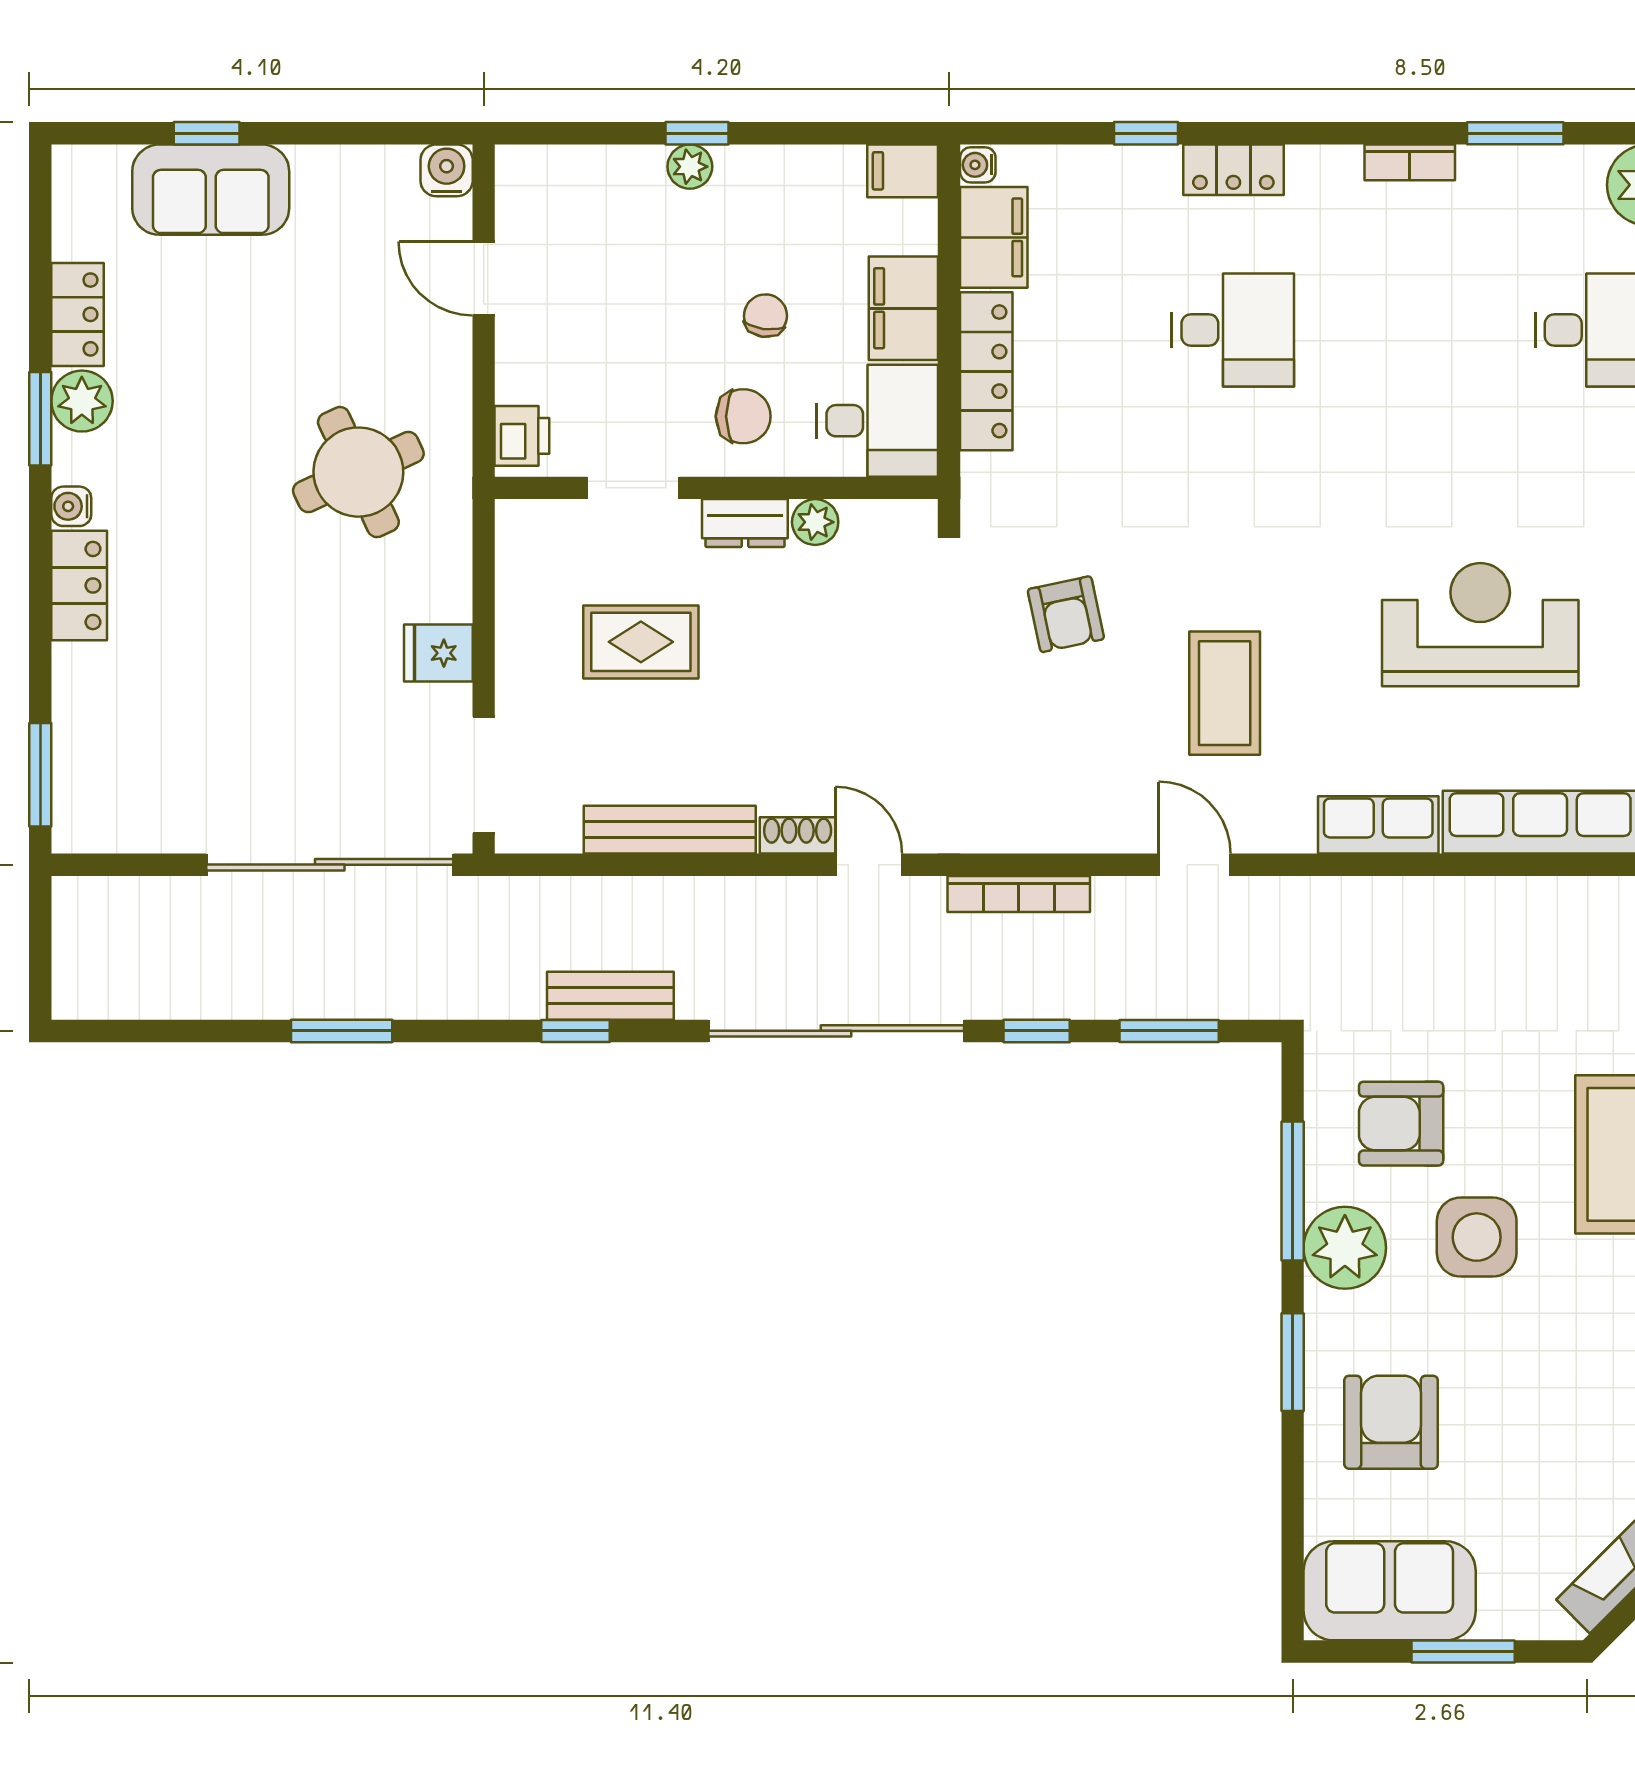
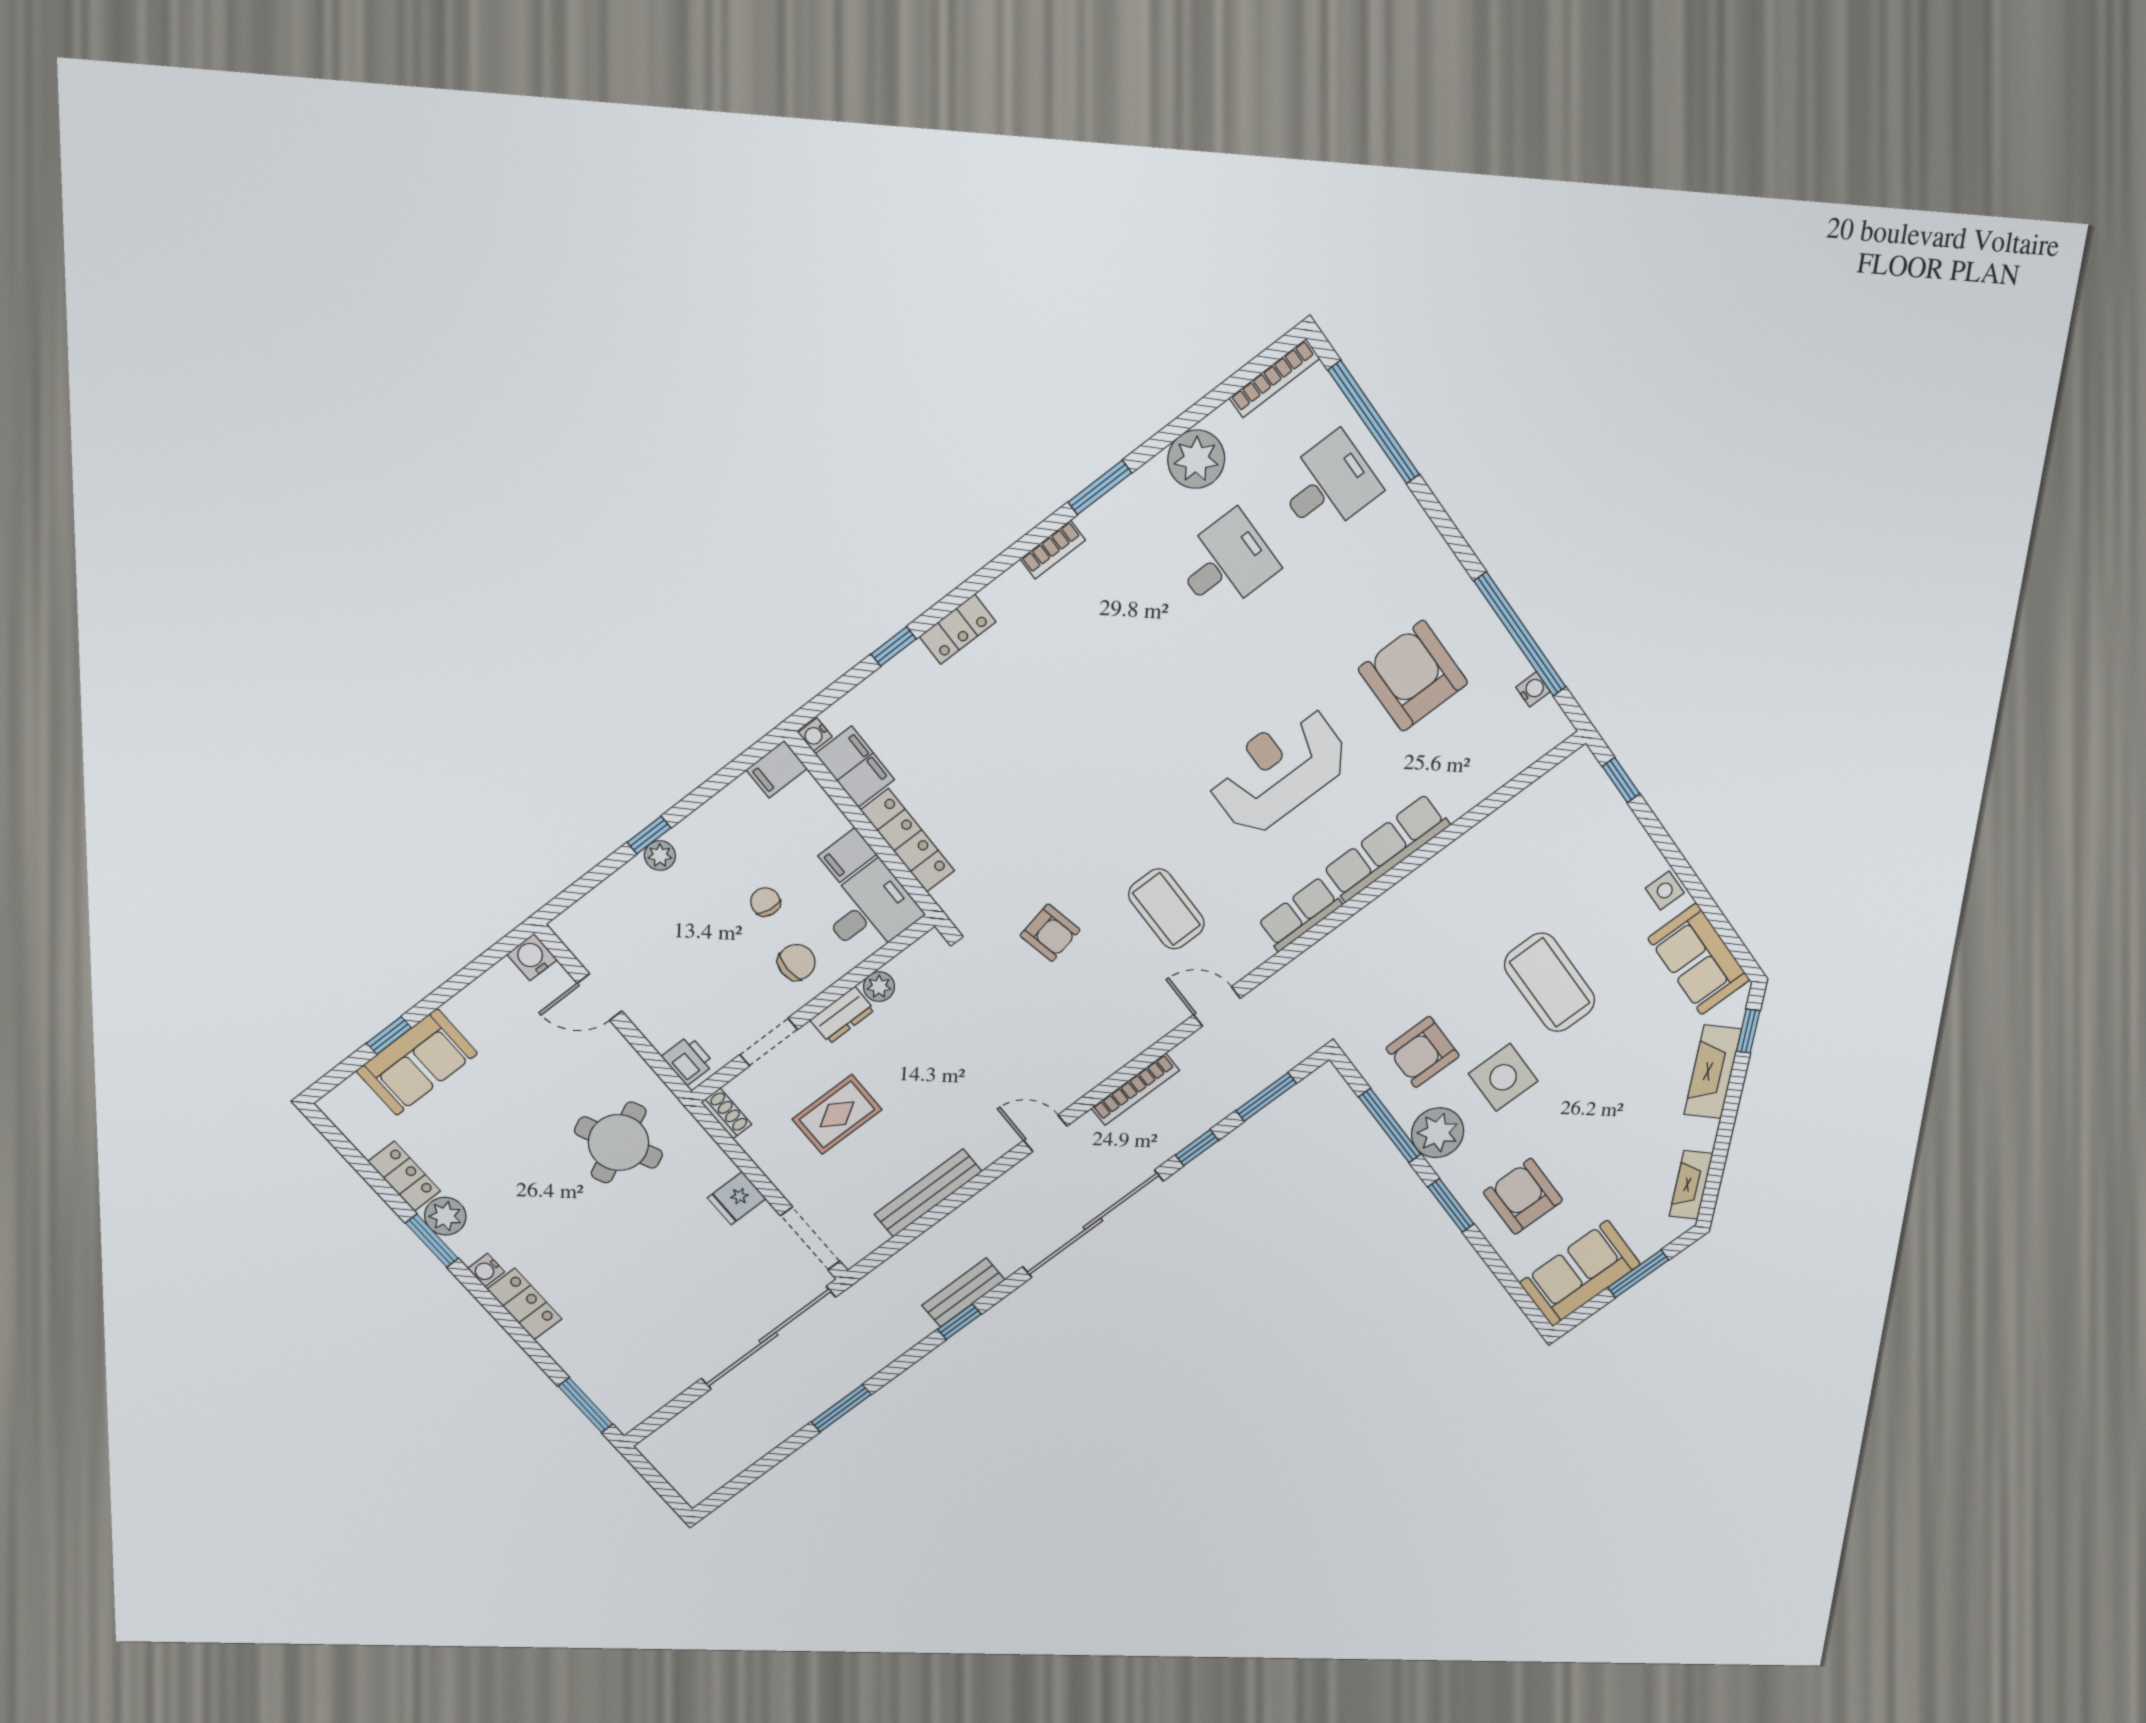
filing cabinet: (903, 308) -> (847, 855), width x0.50
desk: (1233, 330) -> (1025, 716), removed
shoe rack: (798, 835) -> (726, 1113), moved, turned 90

